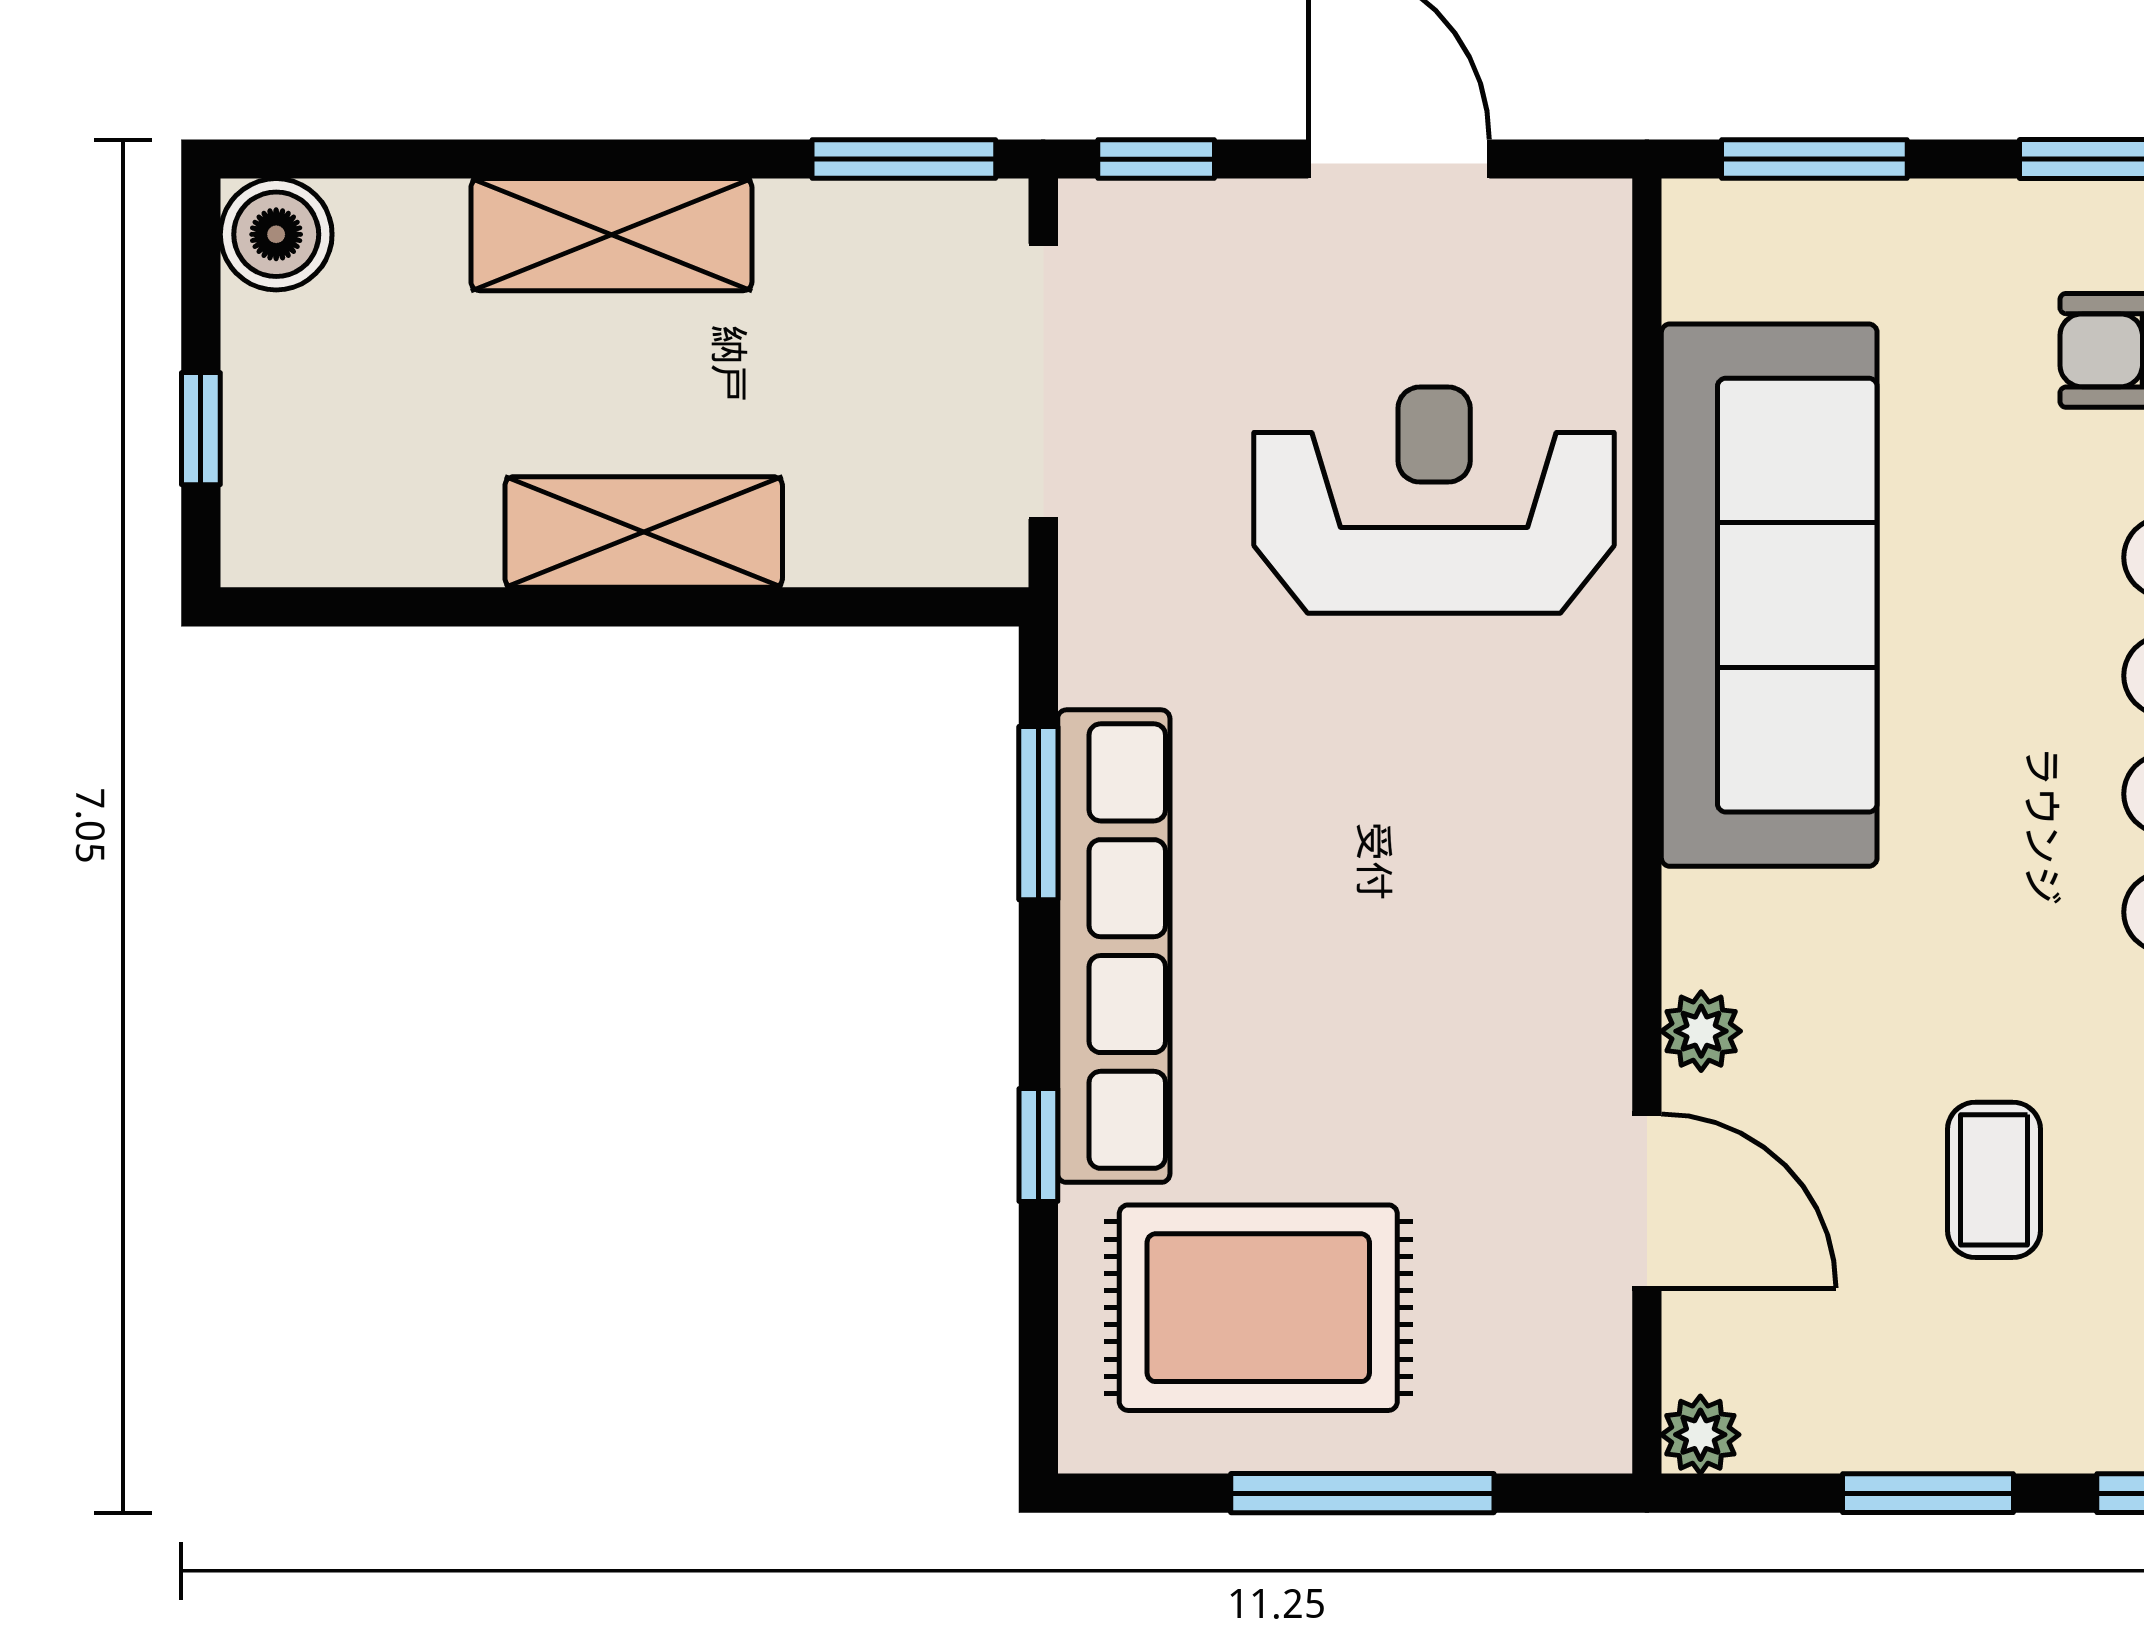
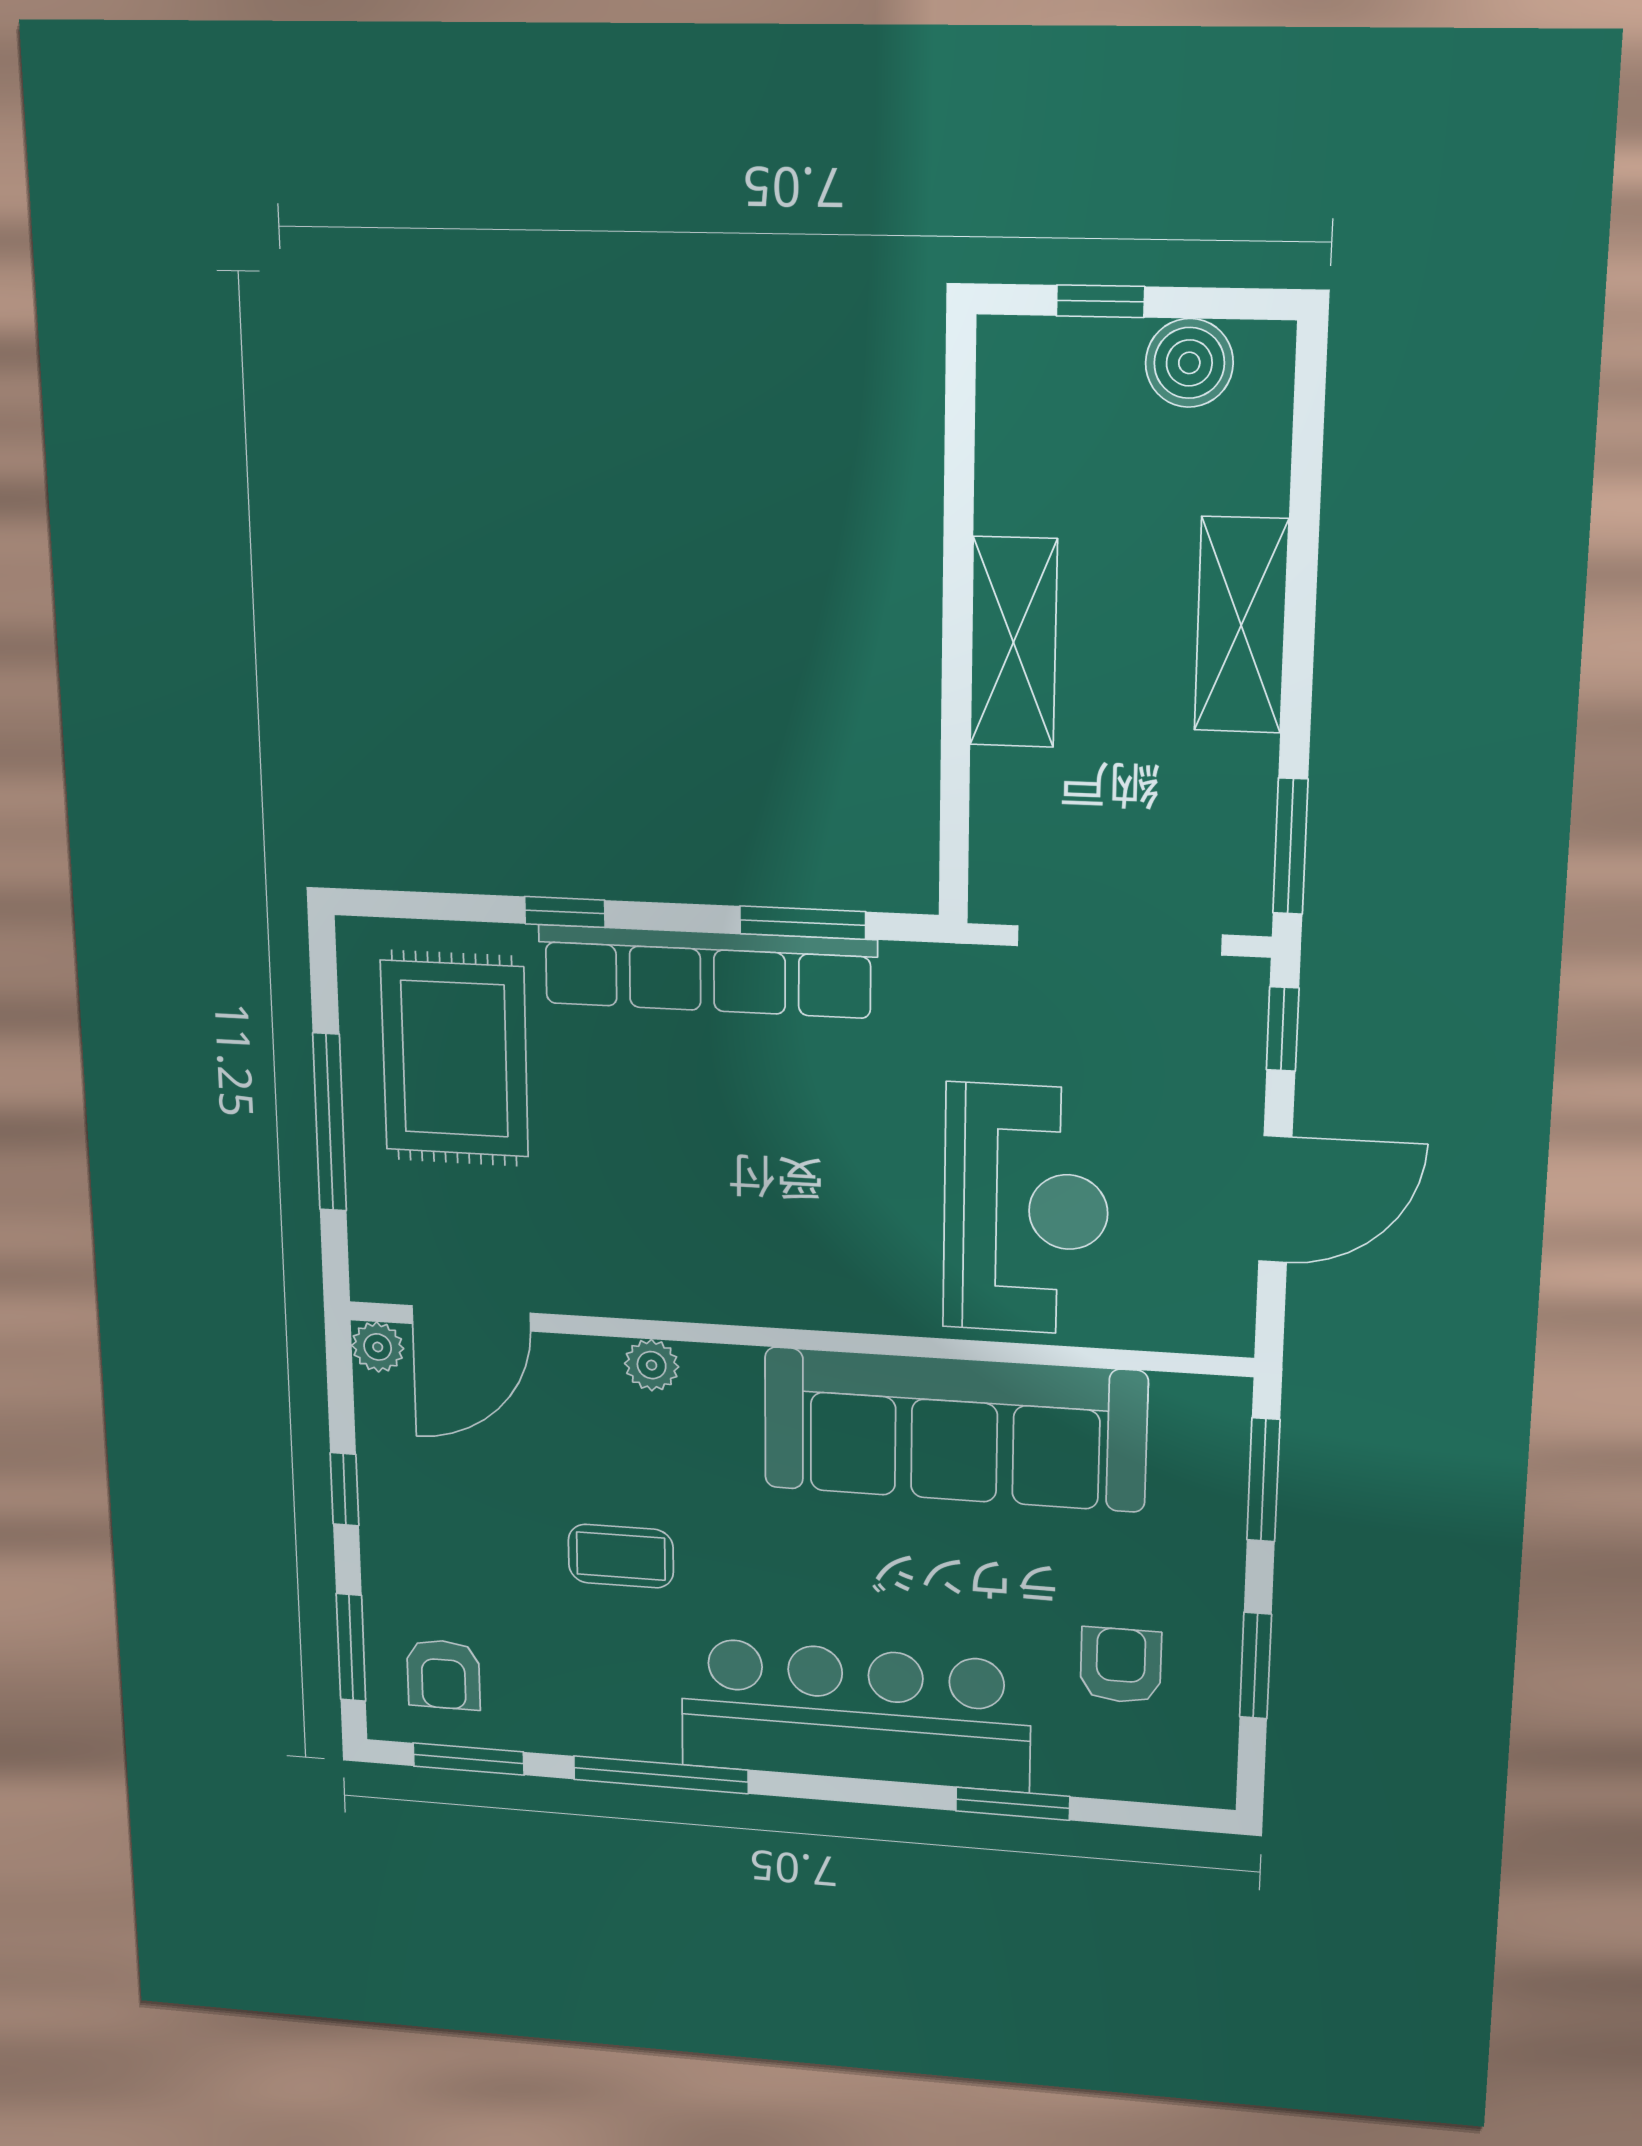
boiler: (276, 234) -> (1189, 363), moved
coffee table: (1994, 1180) -> (621, 1556), moved
door: (1647, 1201) -> (471, 1318), moved
window: (1928, 1493) -> (345, 1489), width x0.67

